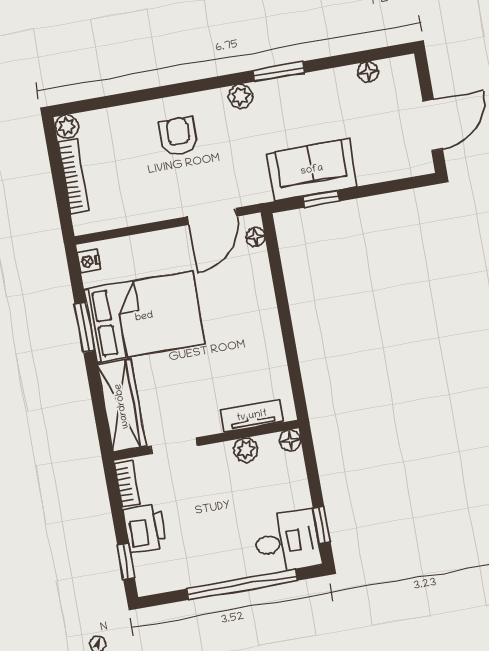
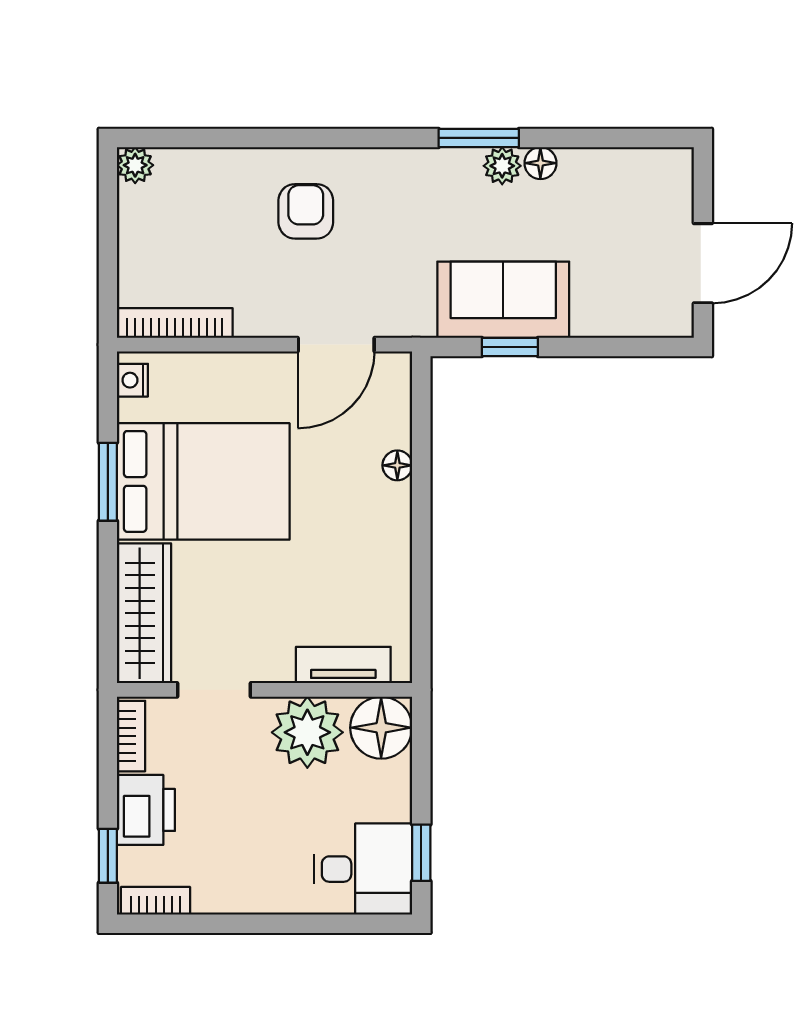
floor lamp: (368, 72) -> (540, 163), moved
plant: (241, 96) -> (502, 166), moved
bookcase: (74, 177) -> (175, 323), moved, turned -90
floor lamp: (255, 237) -> (397, 465), moved
floor lamp: (290, 440) -> (381, 728), width x1.89, depth x1.89
plant: (246, 450) -> (307, 732), width x1.88, depth x1.88
bookcase: (161, 584) -> (156, 901), added
window: (242, 585) -> (282, 924), removed

